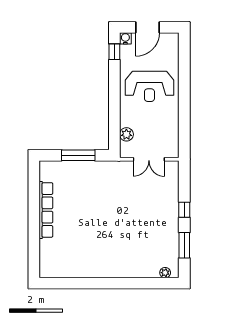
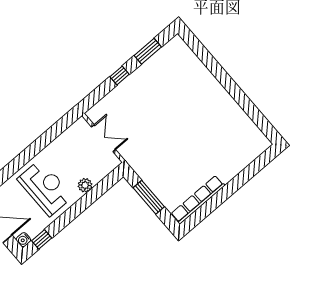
plant: (126, 134) -> (85, 185), moved
row of seats: (46, 210) -> (198, 200), moved
plant: (165, 273) -> (183, 48), removed

